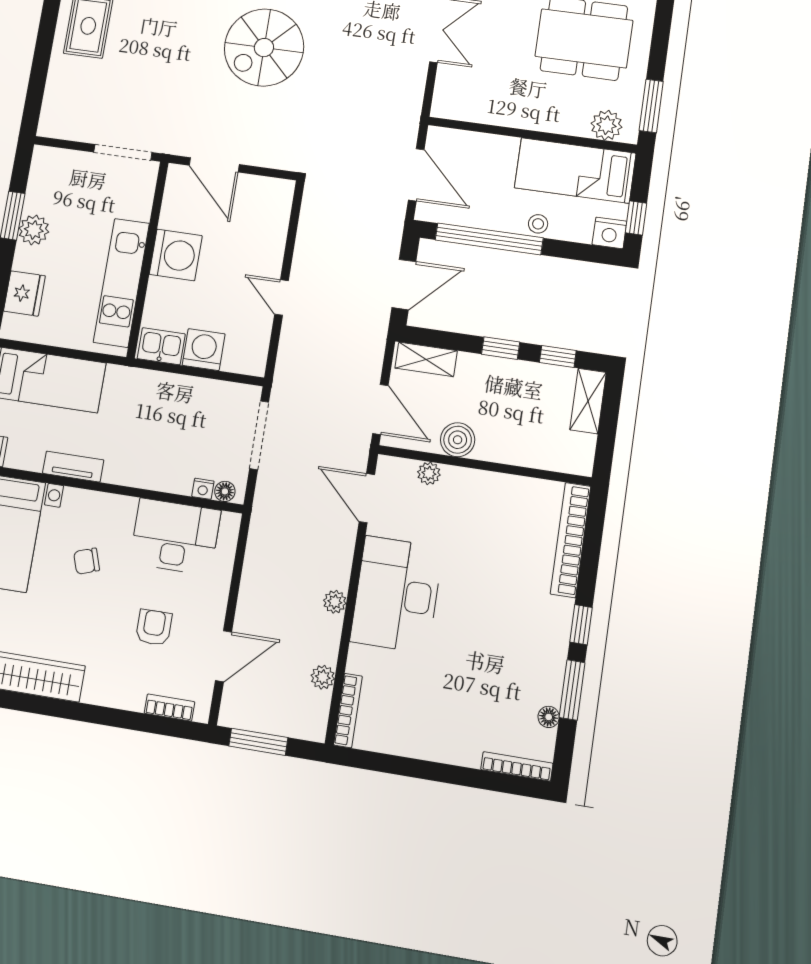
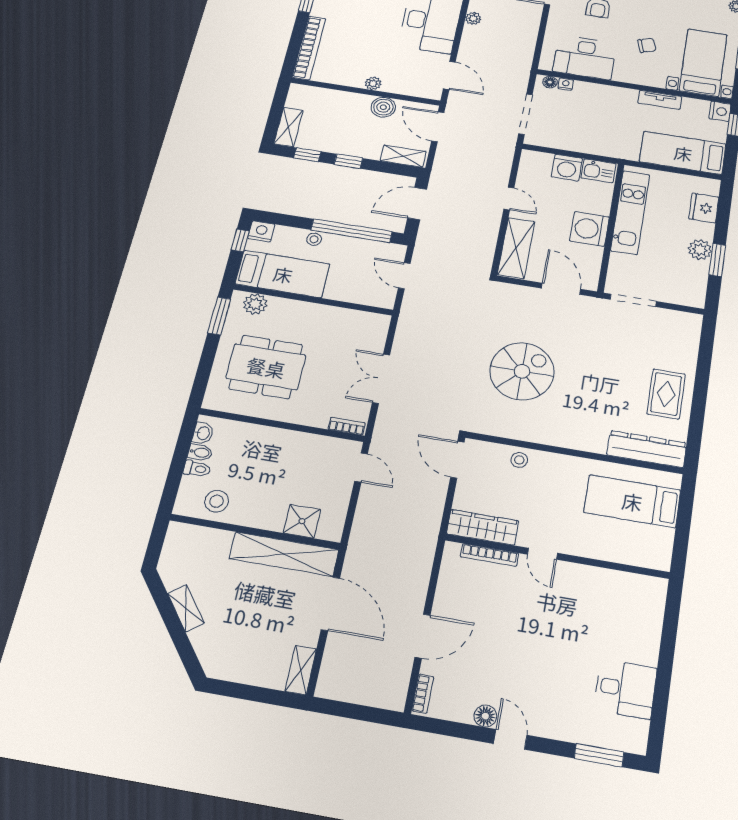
door: (416, 175) -> (404, 276), width x0.73
shelving: (272, 222) -> (516, 248), added
plant: (429, 473) -> (373, 83), moved

